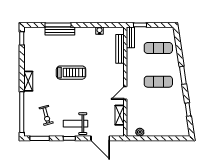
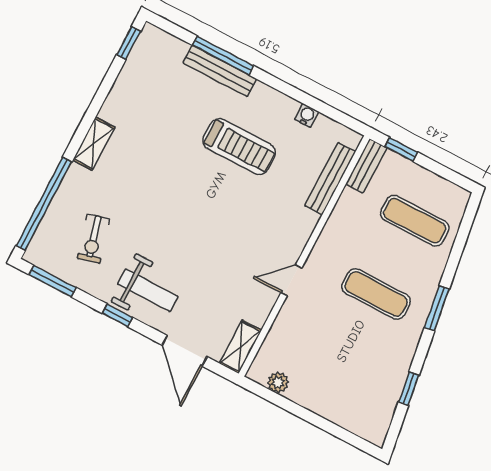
treadmill: (71, 73) -> (239, 147), moved
shelving: (120, 115) -> (240, 347), moved
weight bench: (76, 124) -> (148, 290), turned 180

